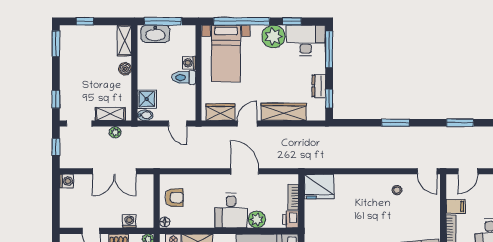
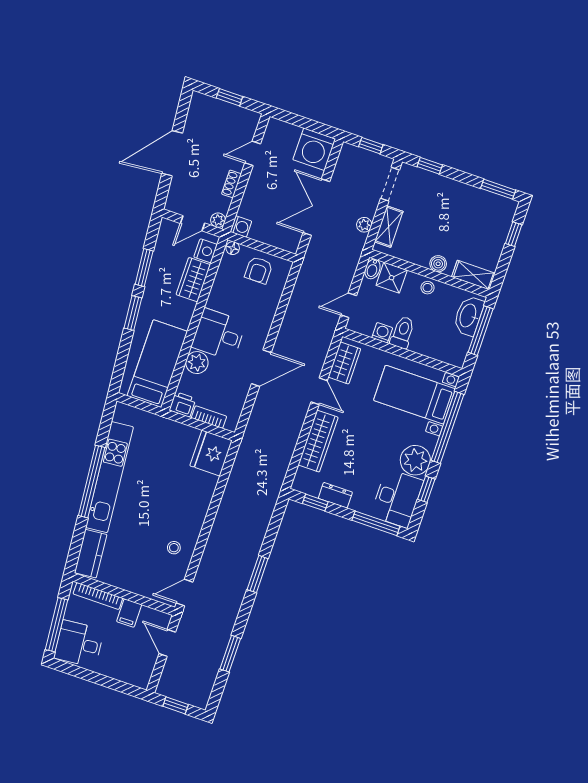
washing machine: (189, 63) -> (382, 333), moved
stool: (145, 71) -> (428, 288), added
washing machine: (67, 181) -> (314, 149), width x1.89, depth x1.89
washing machine: (129, 221) -> (241, 227), moved

